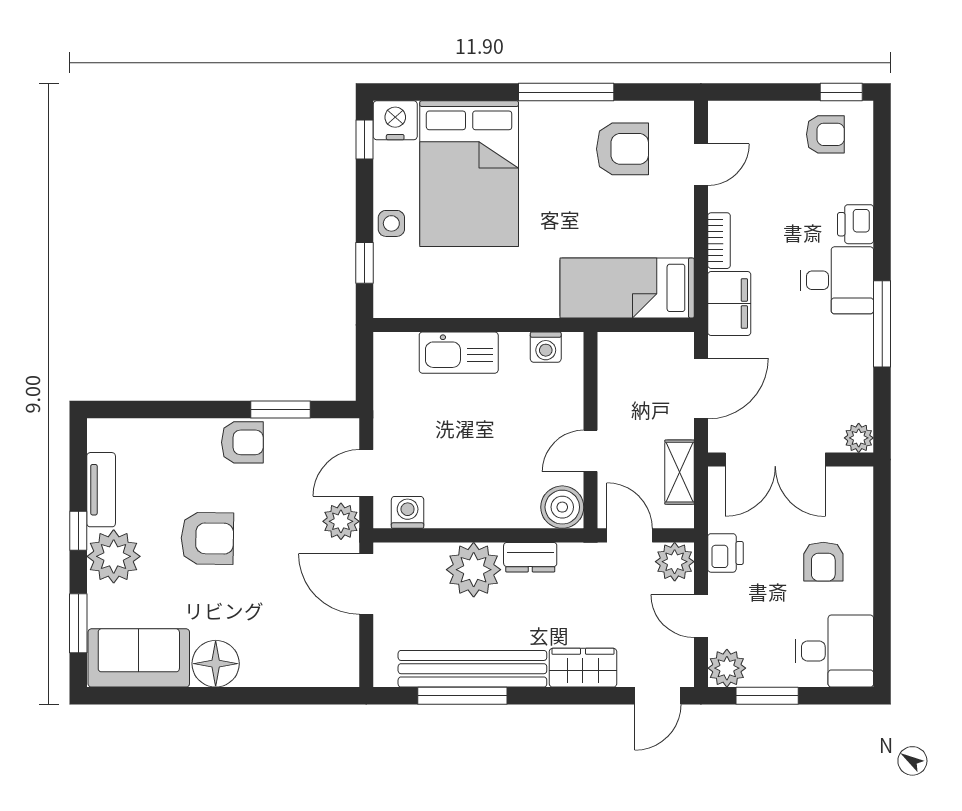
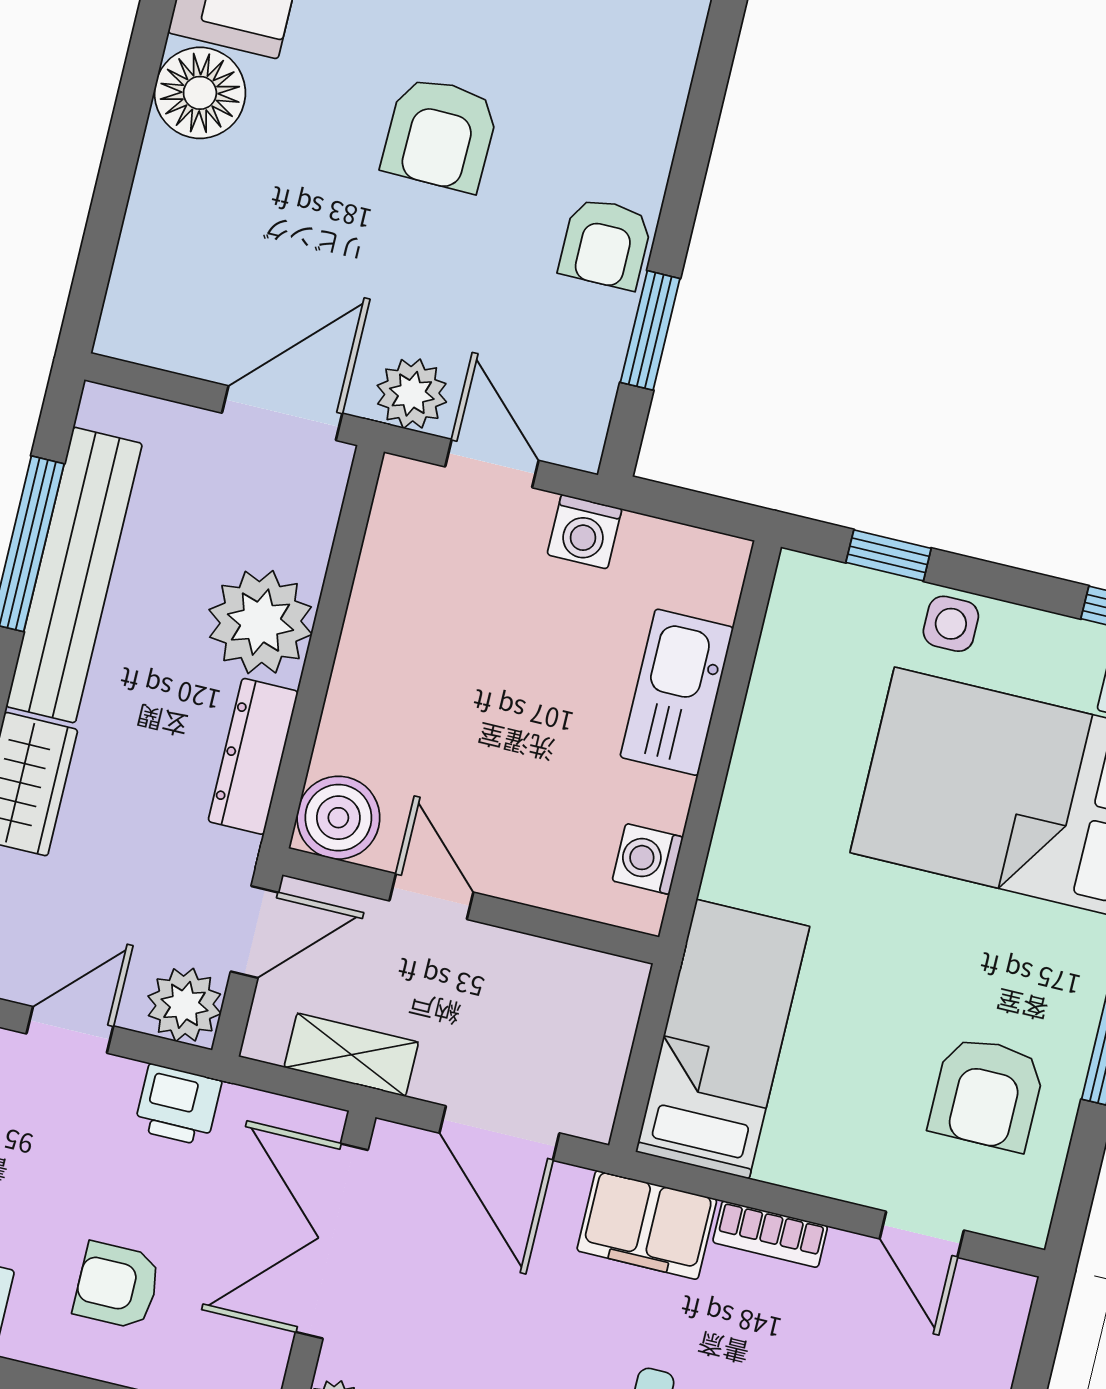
washing machine: (408, 512) -> (584, 532), moved, turned 90
dresser: (530, 557) -> (253, 756), width x1.44

